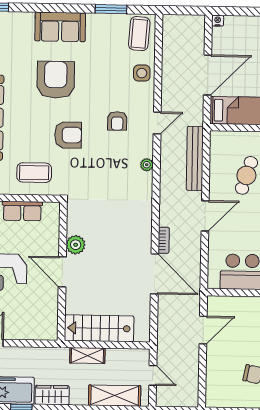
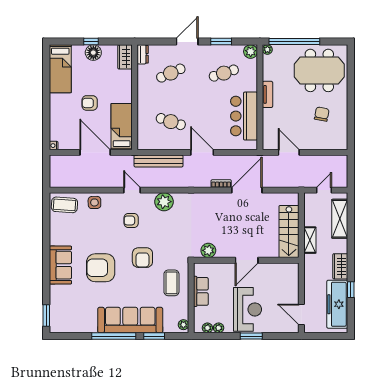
window: (111, 9) -> (46, 227), removed
armchair: (117, 121) -> (131, 220), turned 180
armchair: (68, 135) -> (142, 258), turned 180
plant: (147, 165) -> (164, 202), width x1.87, depth x1.87
plant: (76, 245) -> (208, 250), moved

